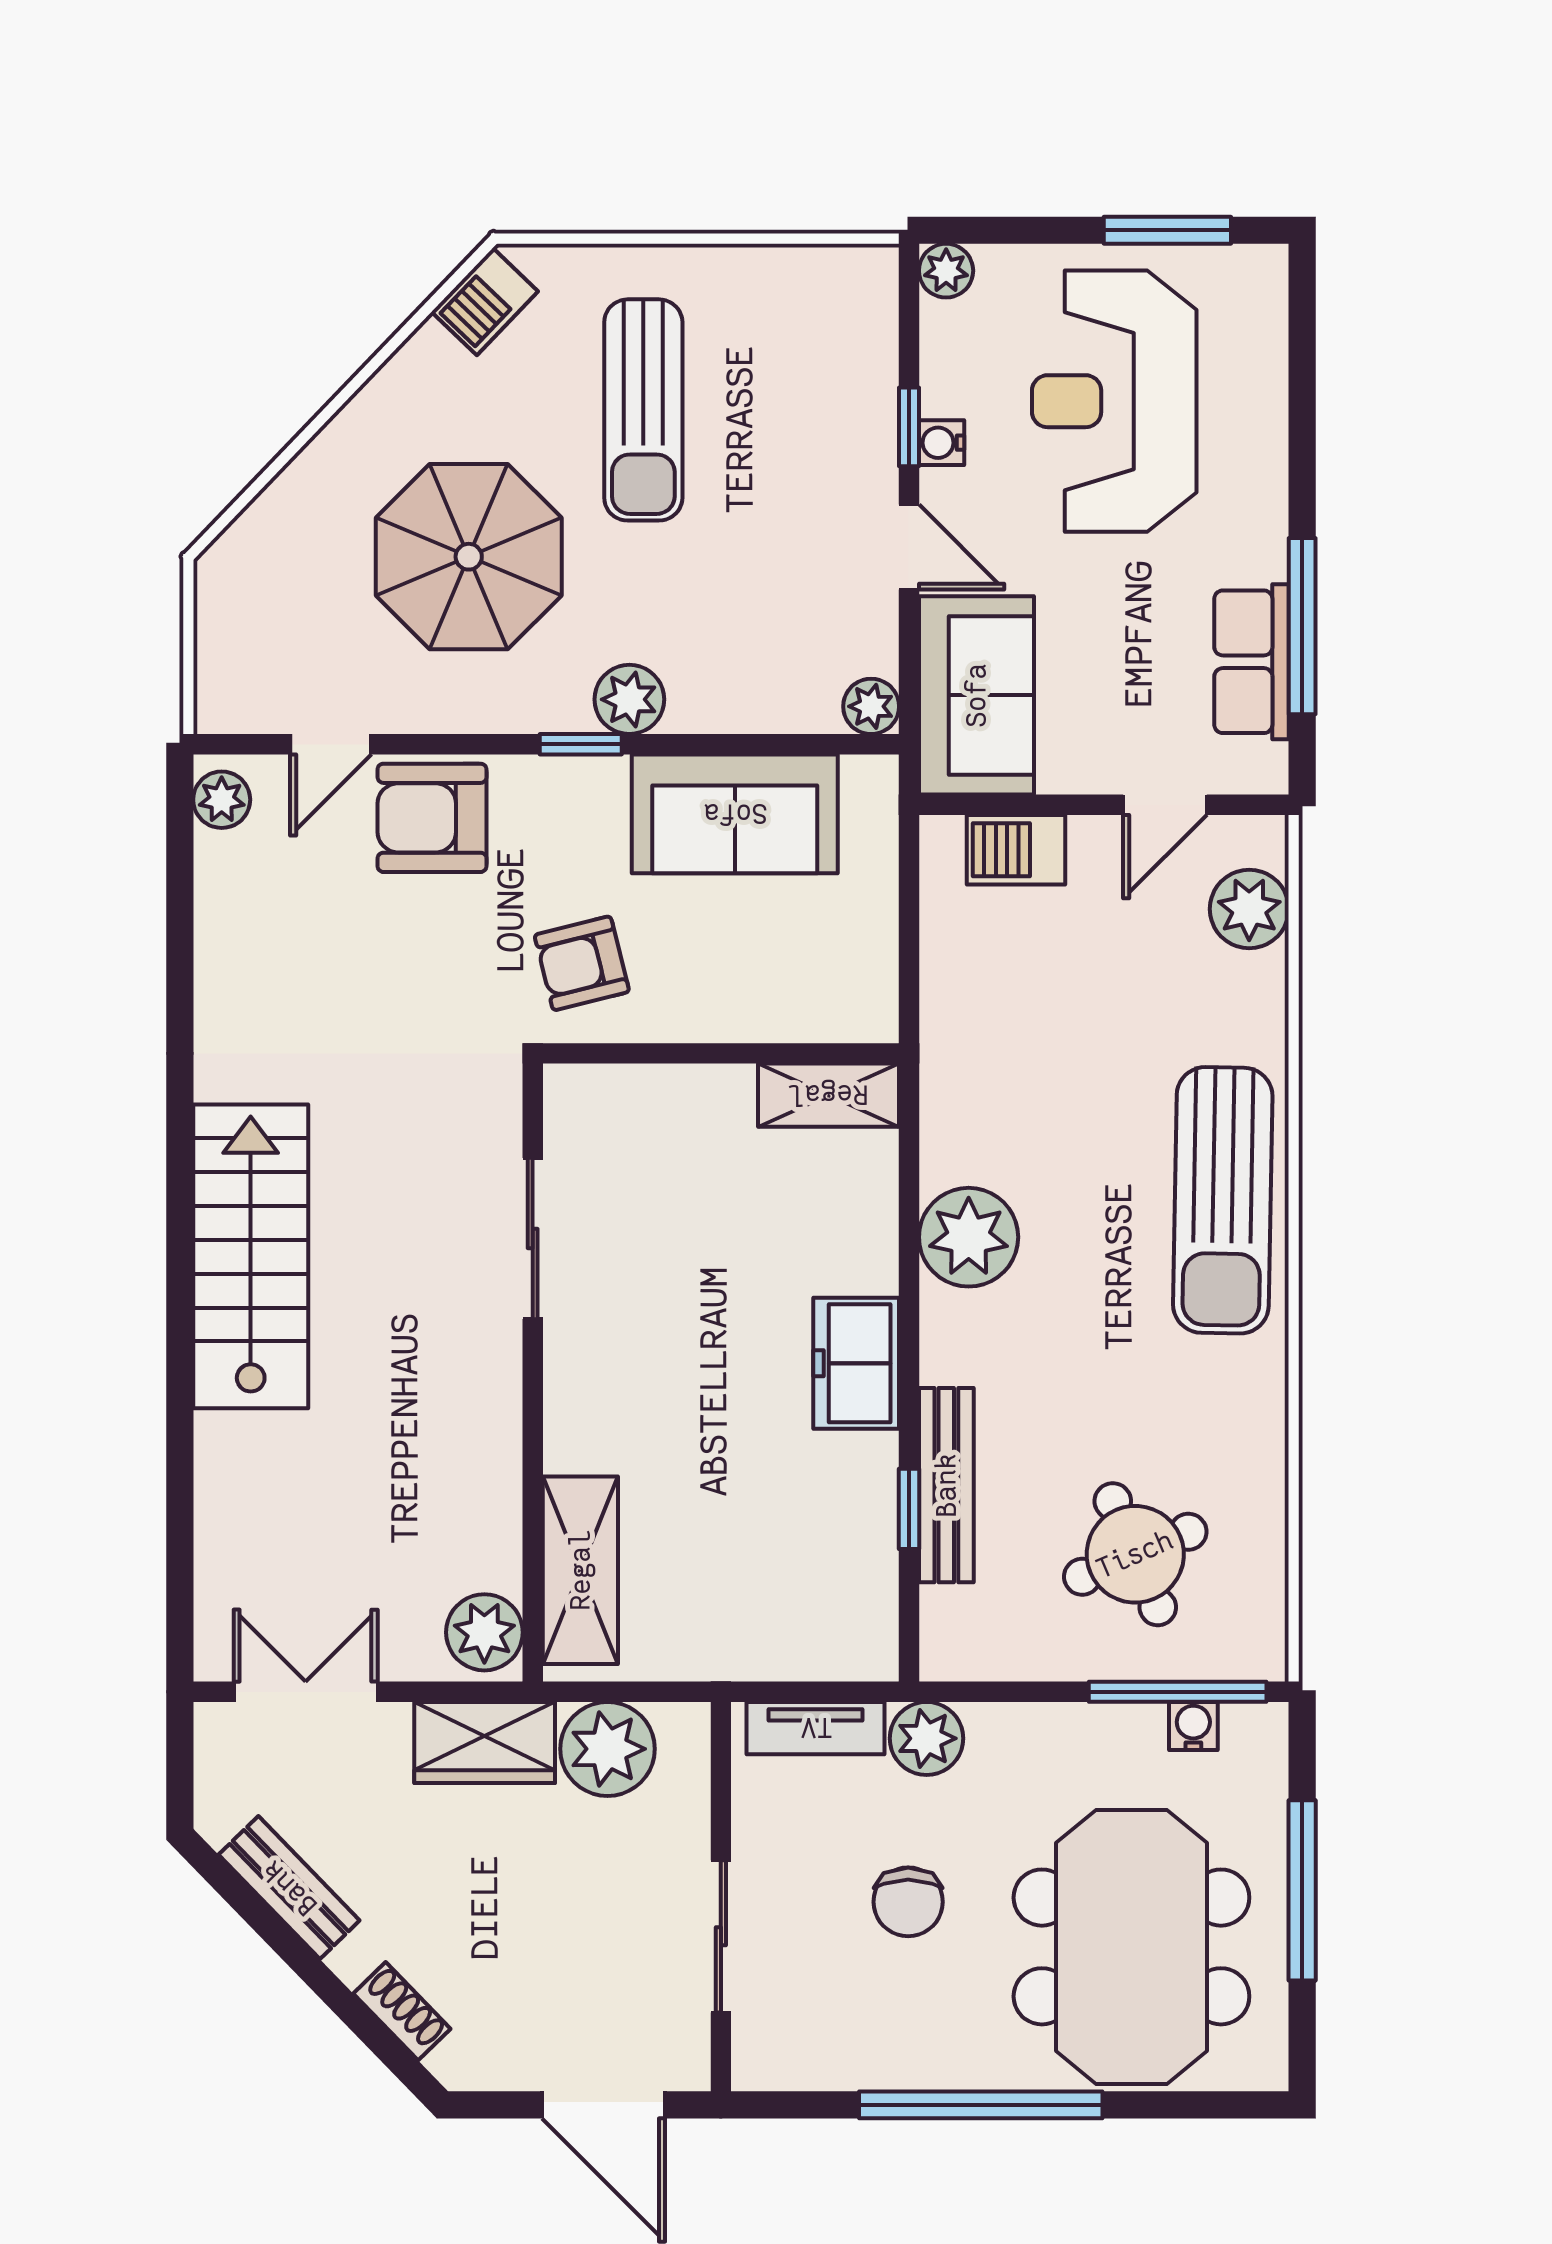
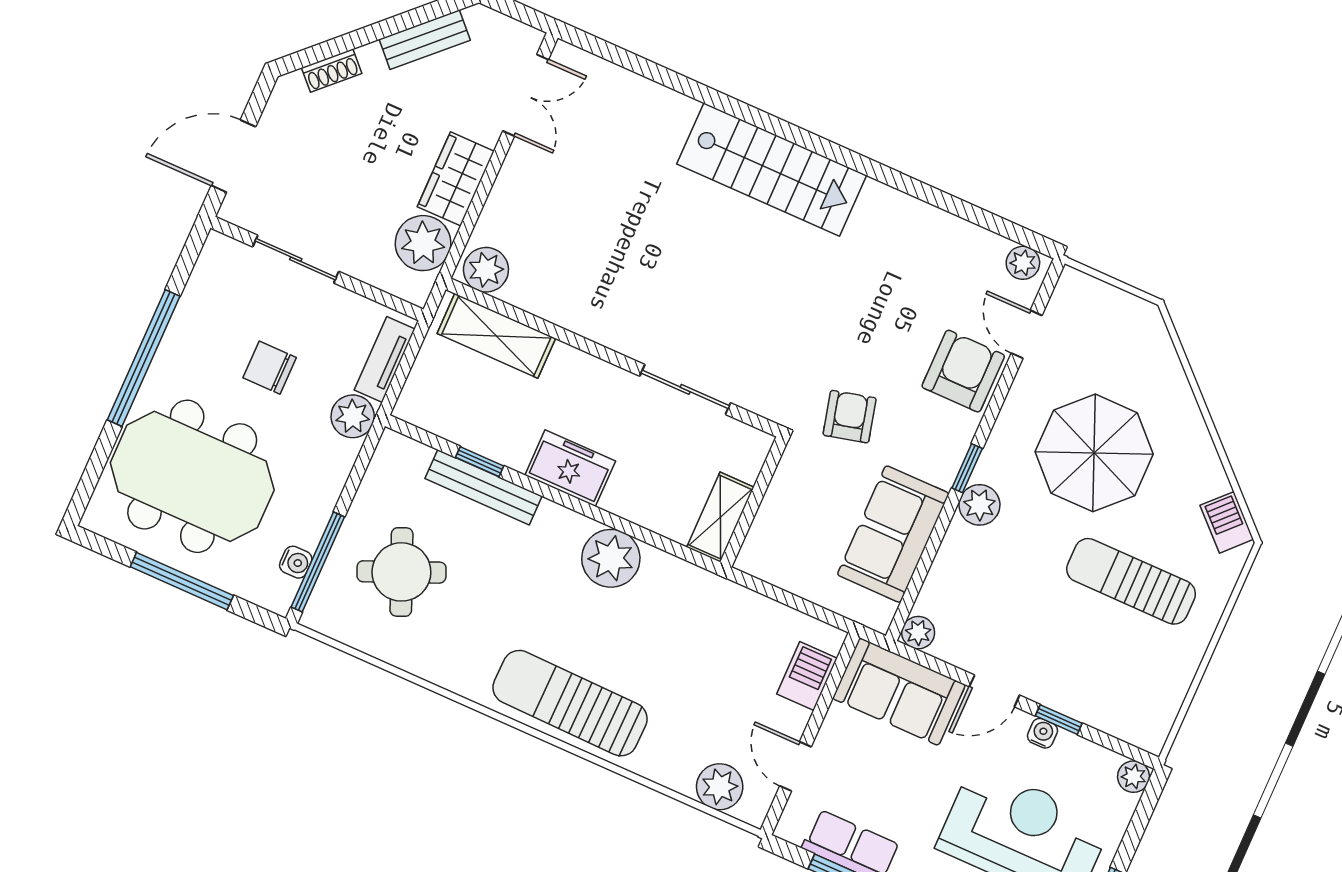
sliding door: (533, 1239) -> (685, 389), moved
wall: (533, 1373) -> (613, 358), moved
shelving: (580, 1570) -> (496, 336), moved
plant: (484, 1632) -> (486, 270), moved

